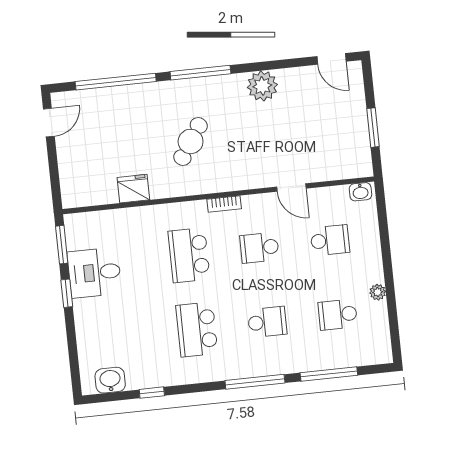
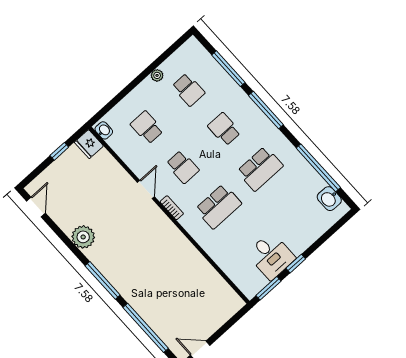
window: (373, 128) -> (59, 151), width x0.67
cafe table: (191, 141) -> (149, 256), removed
door: (291, 188) -> (146, 190), moved
fridge: (133, 189) -> (89, 144), moved
window: (152, 393) -> (318, 168), width x3.17

